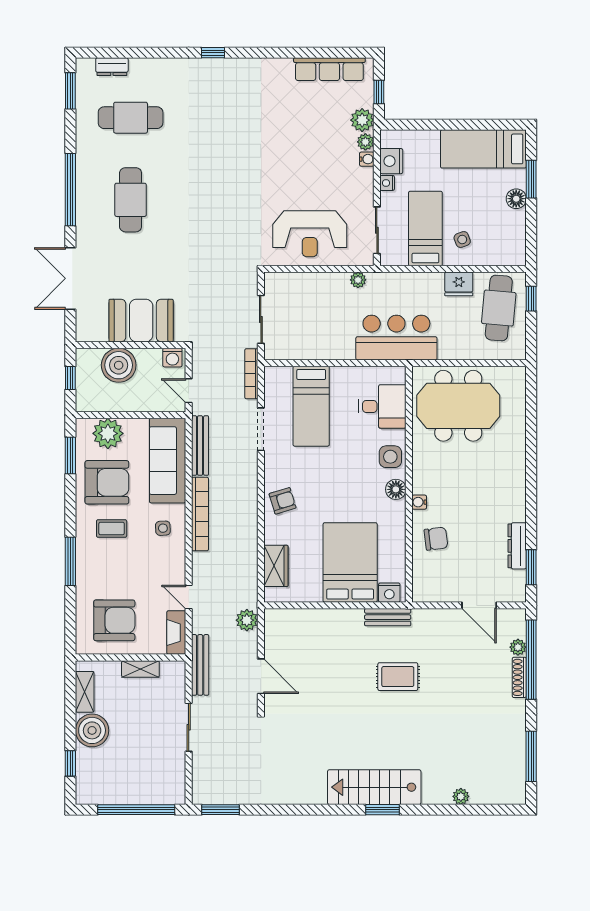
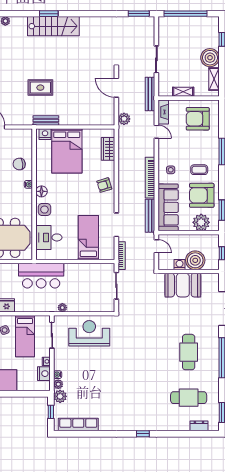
washing machine: (172, 358) -> (180, 265), moved

